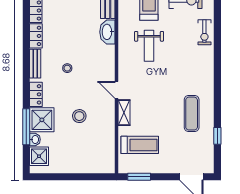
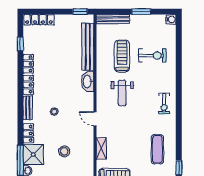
exercise bike: (204, 32) -> (164, 104), moved
door: (116, 90) -> (95, 119), moved

